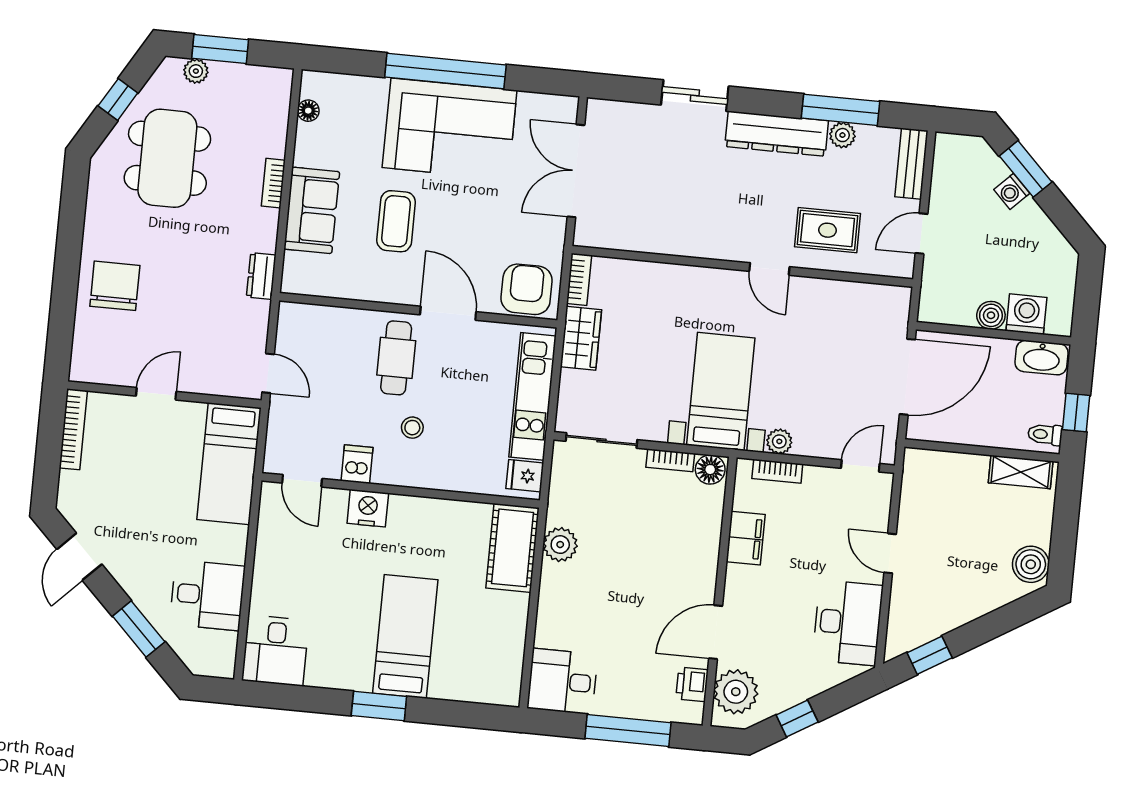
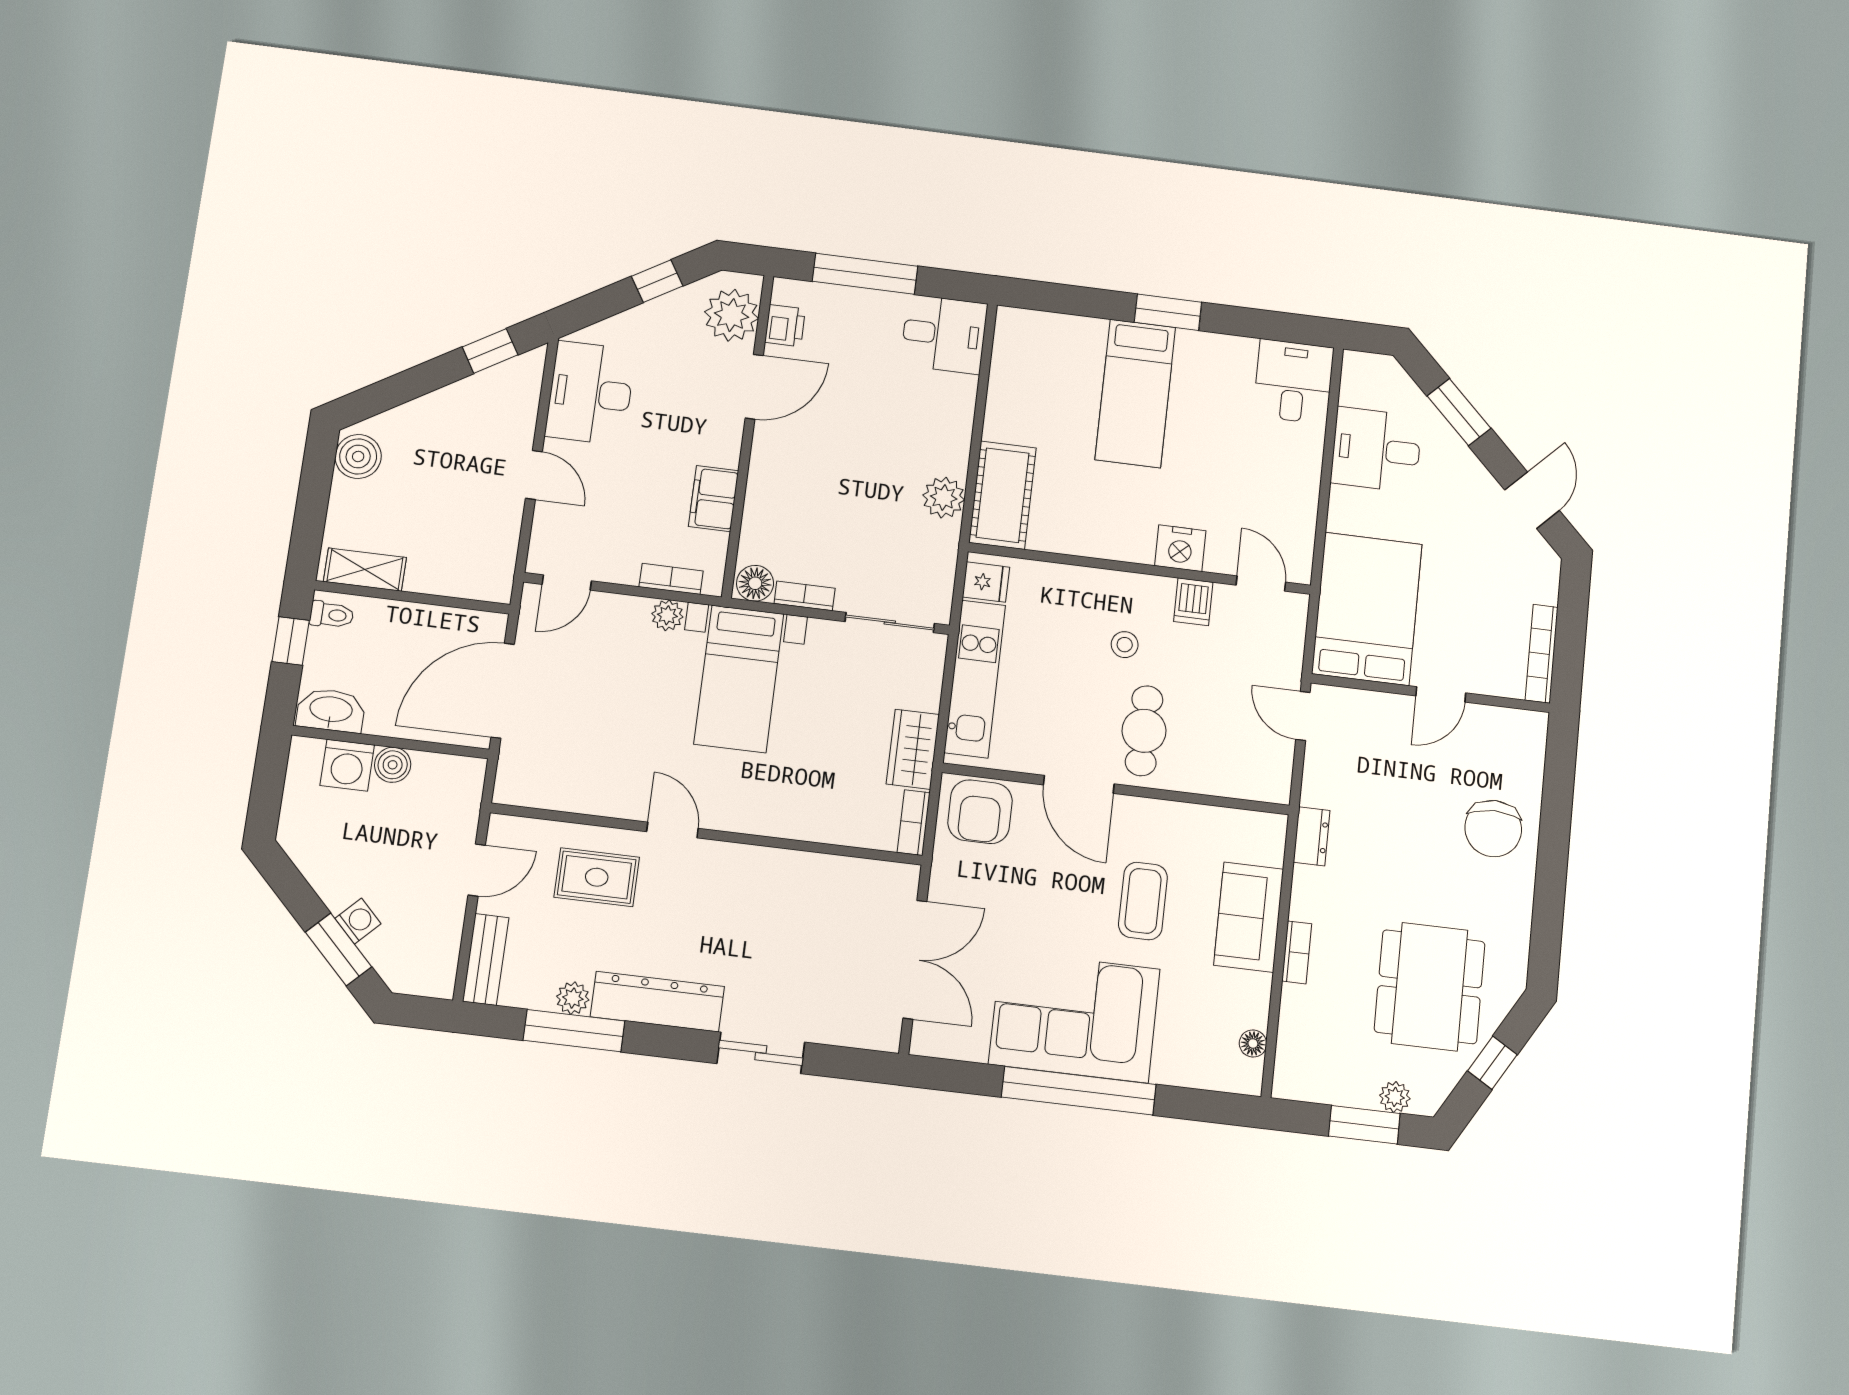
bed: (229, 464) -> (1367, 609), width x1.50

